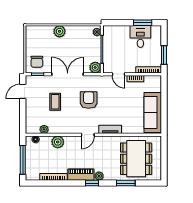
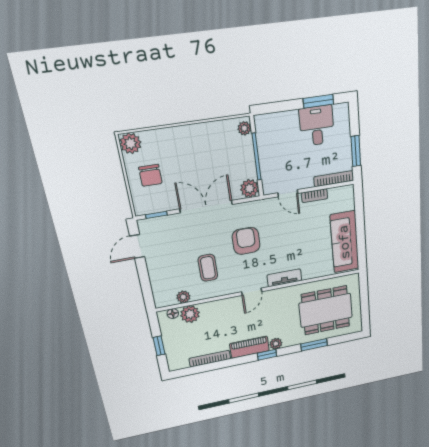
plant: (59, 31) -> (130, 143), moved
chair: (37, 62) -> (150, 175), moved
coffee table: (55, 102) -> (208, 268), moved
plant: (58, 142) -> (190, 314), moved
dining table: (136, 159) -> (326, 310), turned 90
window: (23, 160) -> (159, 346), width x0.46

